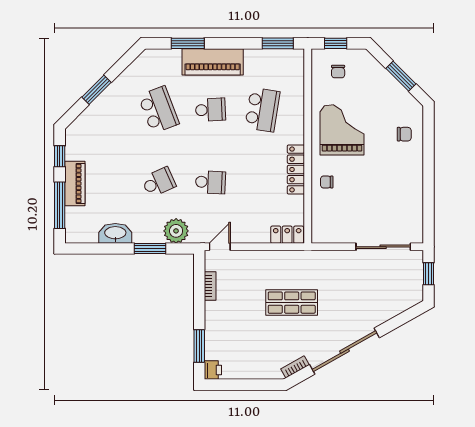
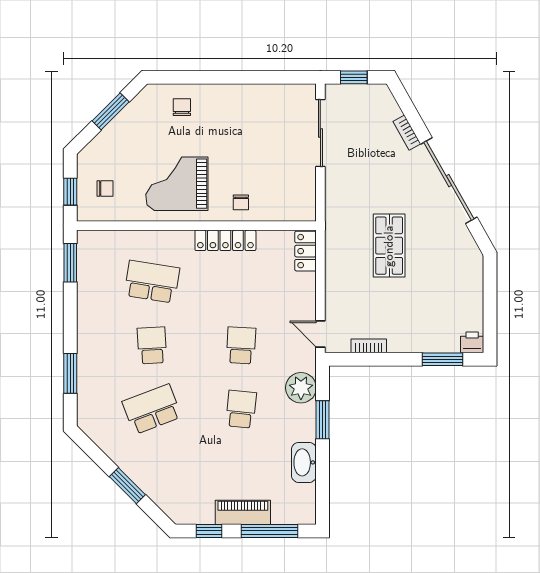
piano: (213, 62) -> (93, 343), removed
school desk: (159, 182) -> (241, 409), turned 30
bookcase: (295, 367) -> (407, 133), moved

